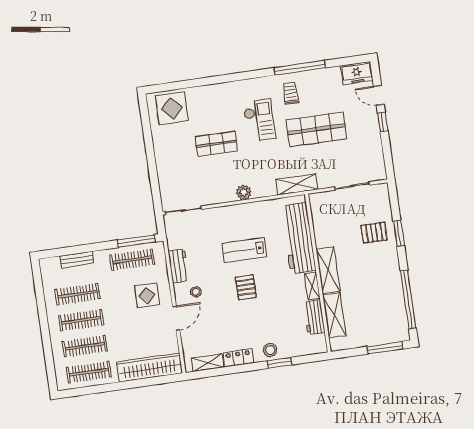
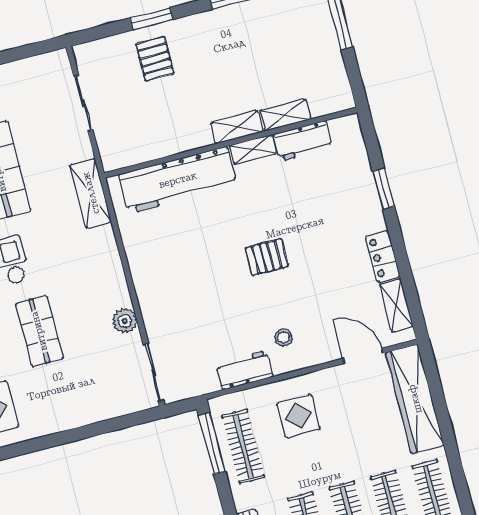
plant: (244, 192) -> (125, 321), moved
lab bench: (244, 250) -> (207, 267), removed
shelving: (328, 270) -> (237, 127), width x0.67, depth x0.75
shelving: (334, 315) -> (285, 115), width x0.67, depth x0.75
door: (176, 318) -> (363, 356), moved
stool: (270, 350) -> (364, 206), removed

